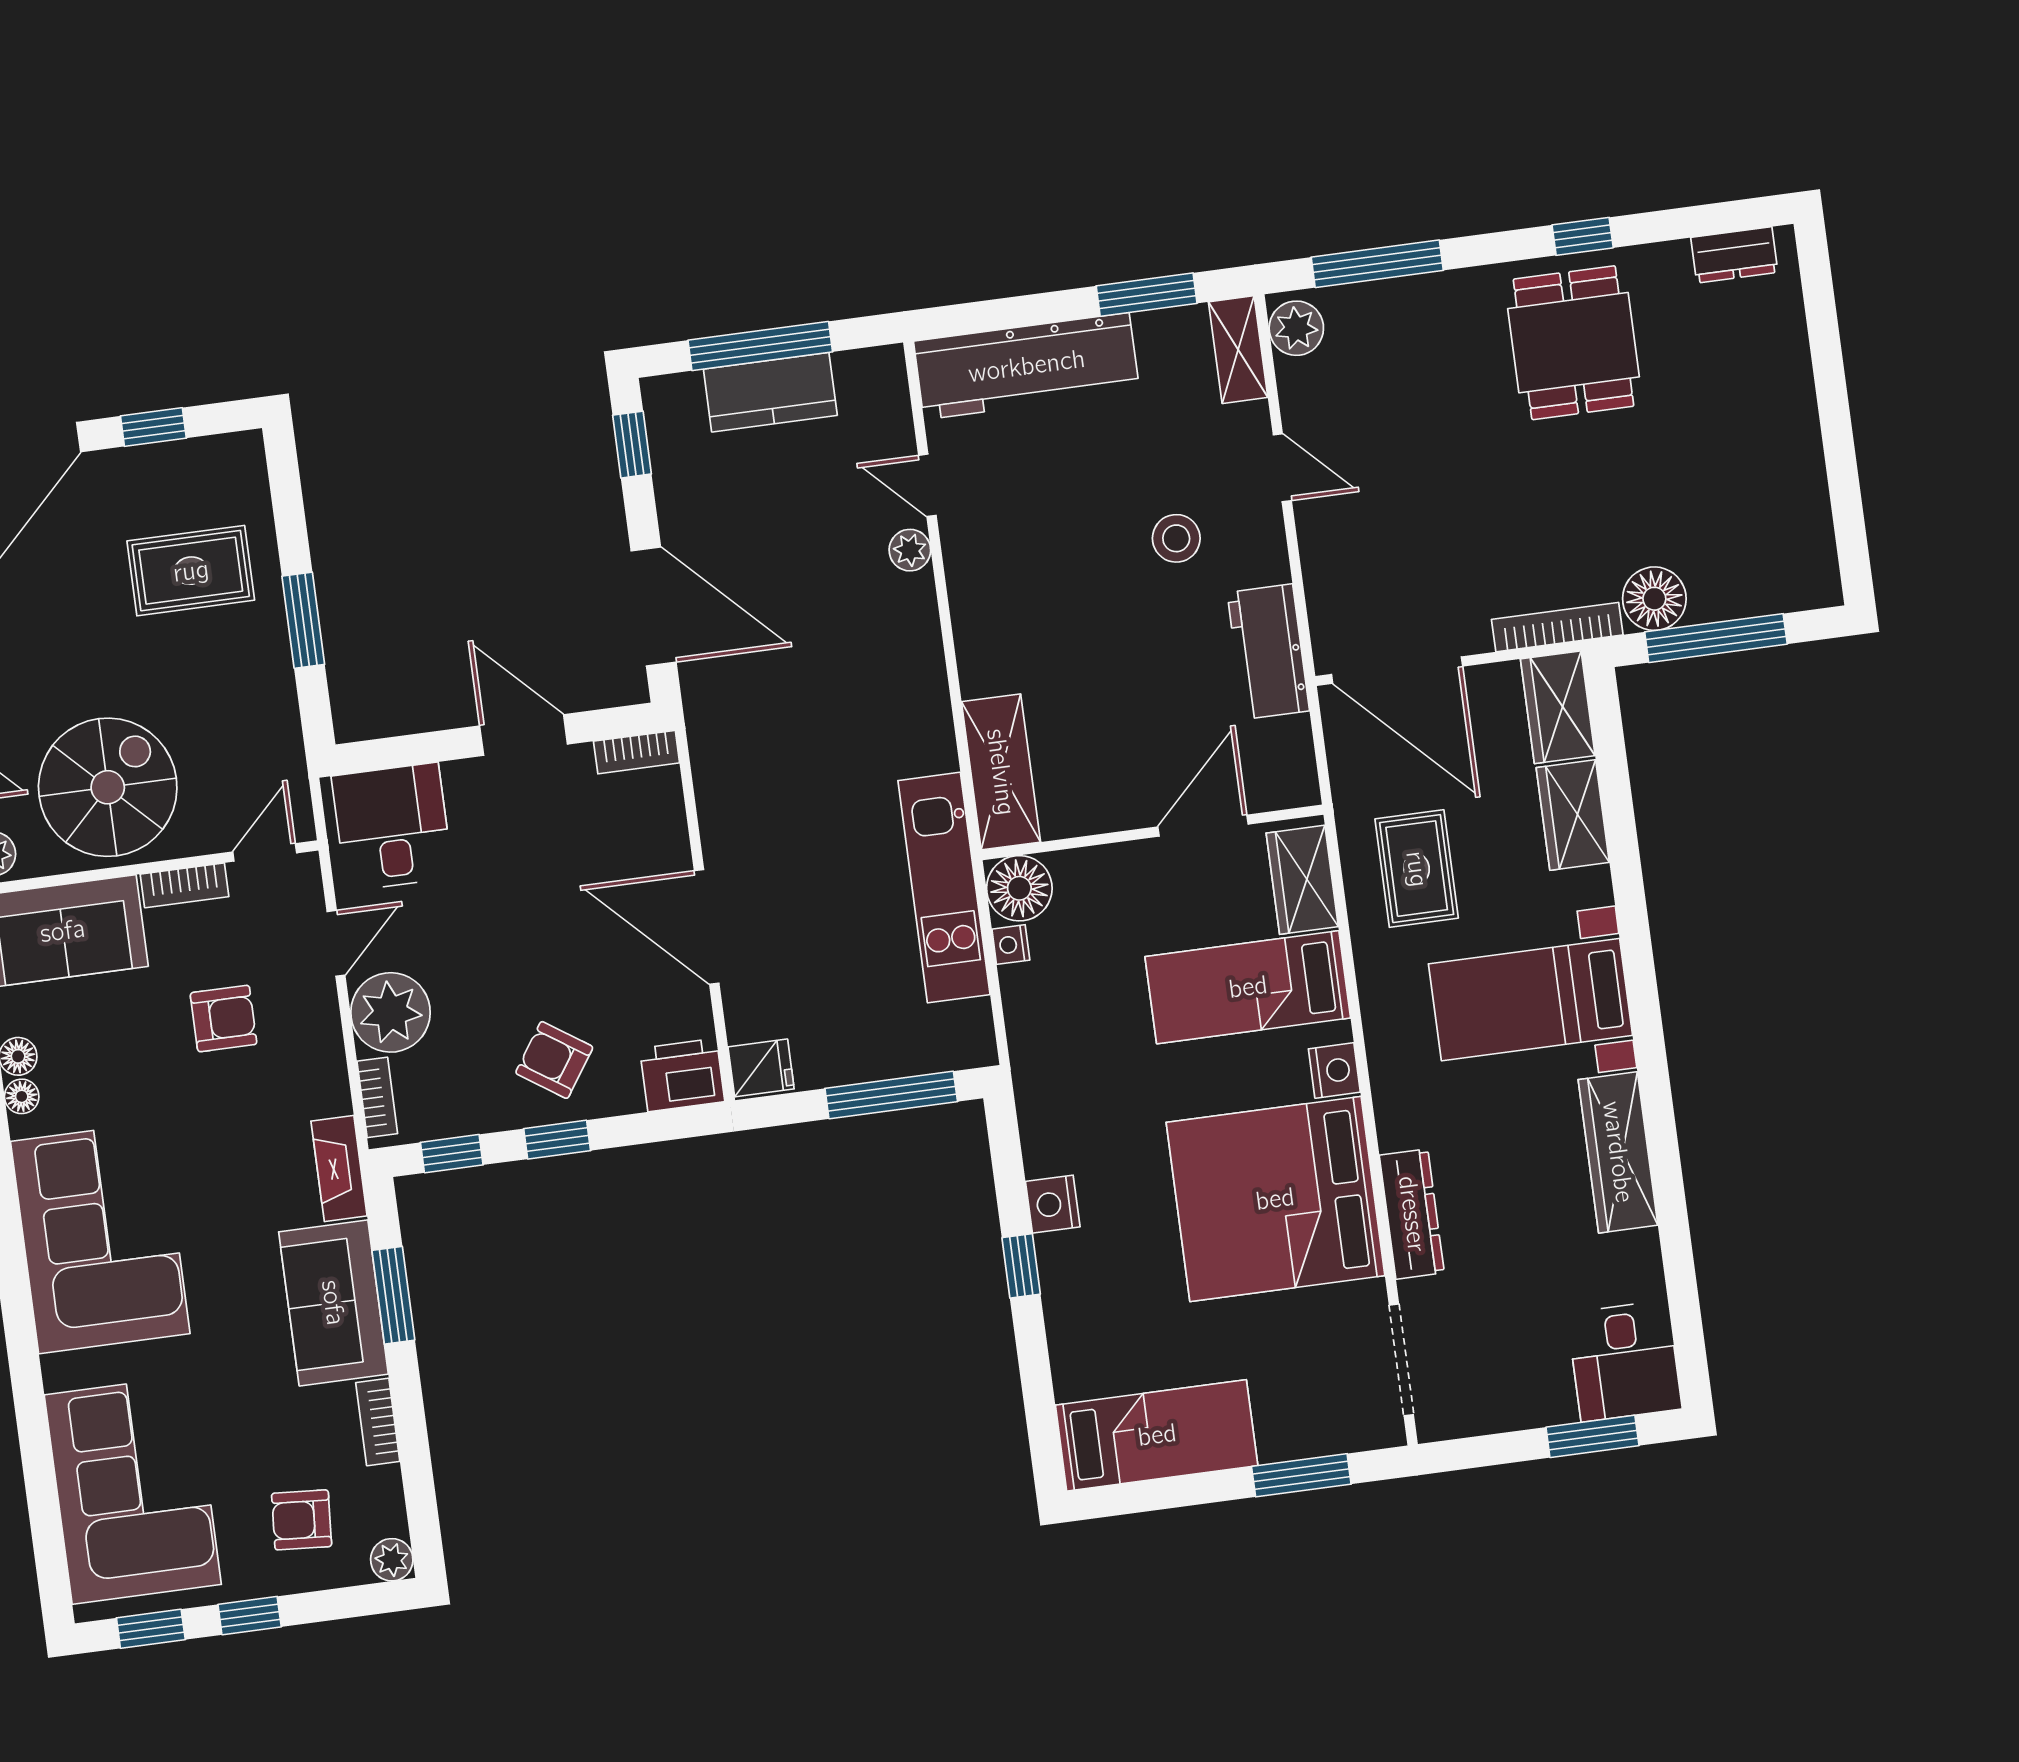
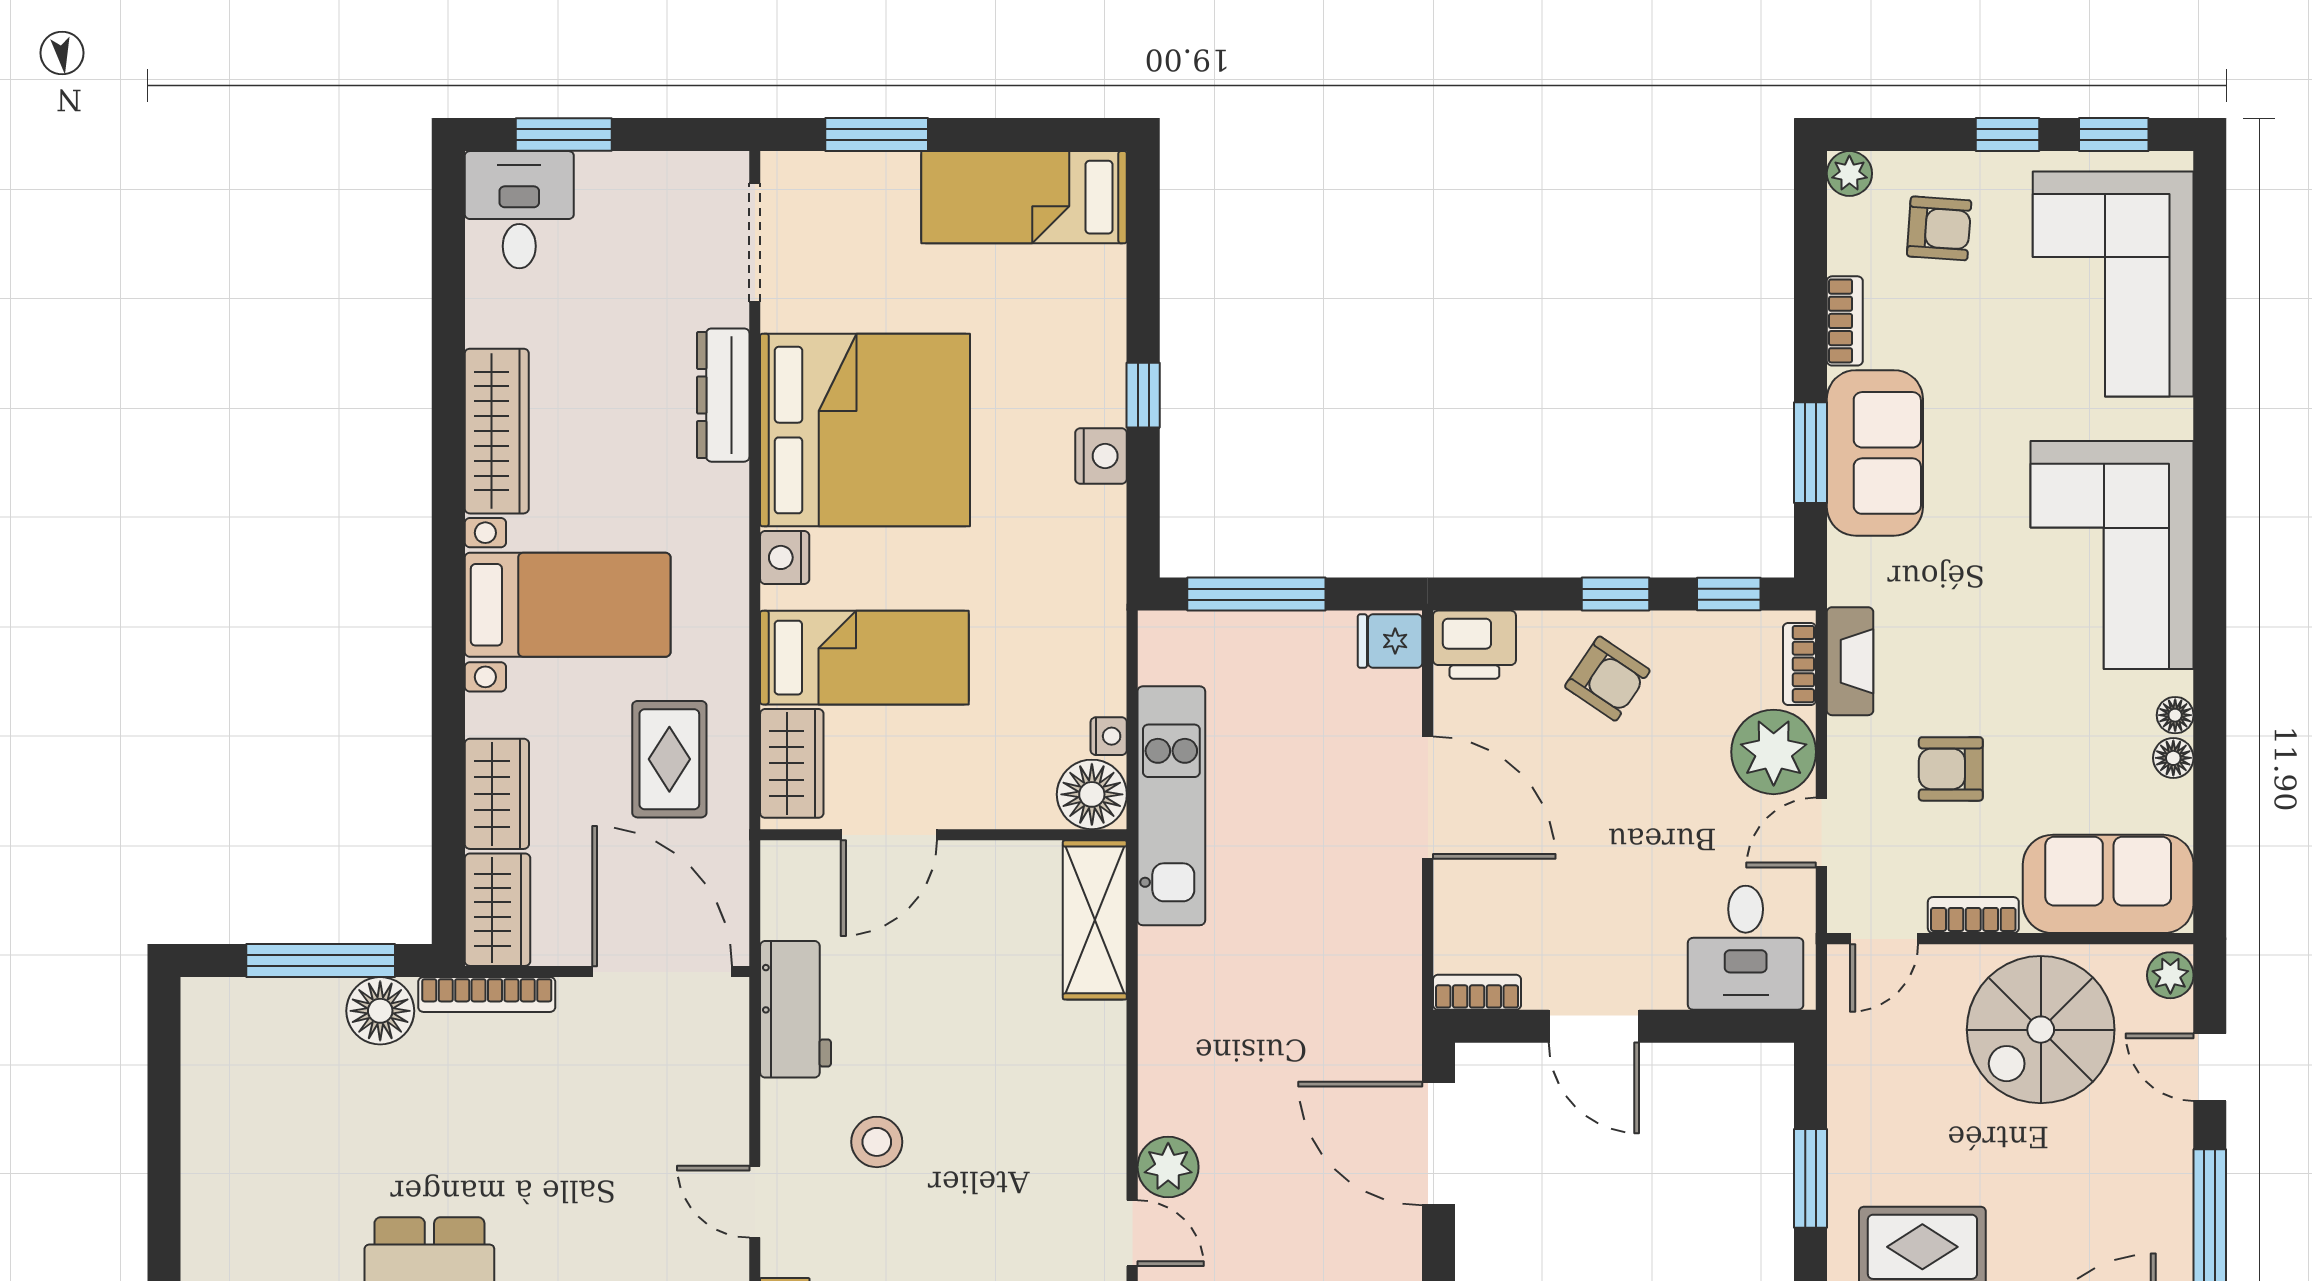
plant: (910, 550) -> (1168, 1167), width x1.38, depth x1.38
fireplace: (339, 1168) -> (1850, 661), moved

